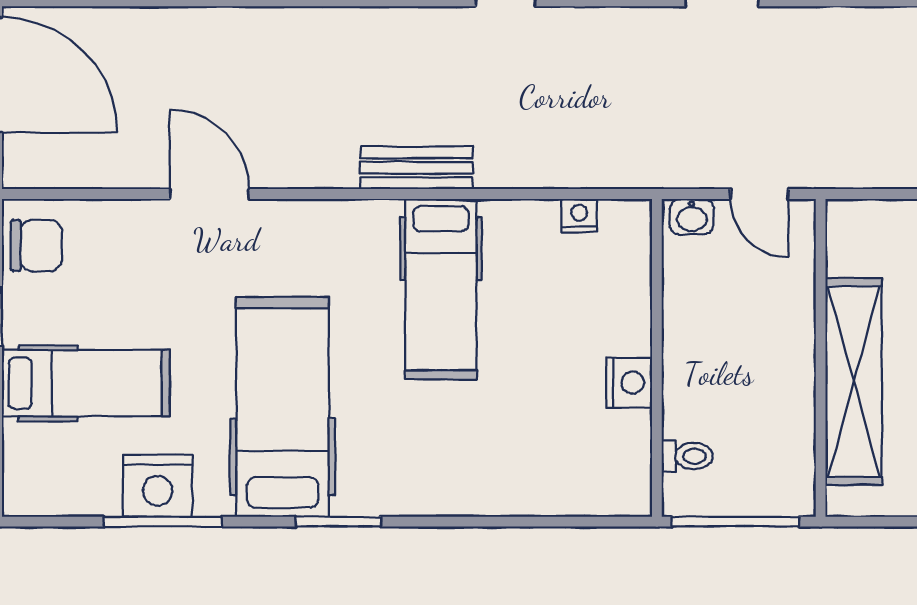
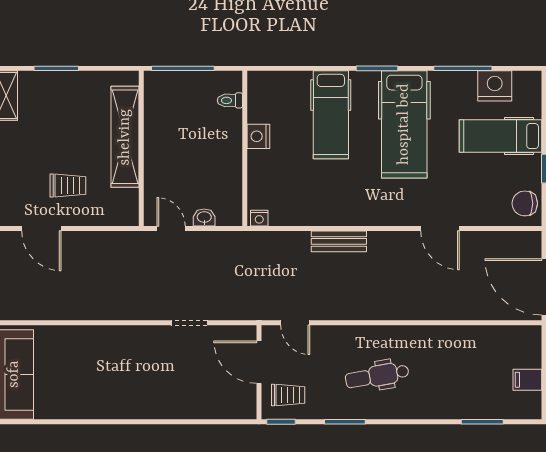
hospital bed: (441, 289) -> (331, 115), moved, turned 180
wall: (657, 358) -> (245, 148), moved
nightstand: (629, 383) -> (258, 136), moved
toilet: (687, 456) -> (230, 100), moved
nightstand: (158, 486) -> (495, 86), moved

